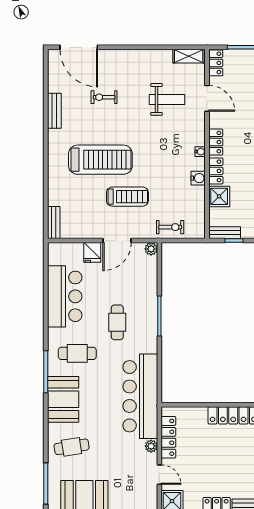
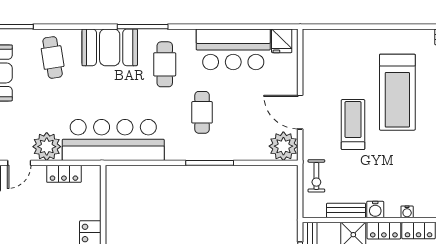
treadmill: (127, 197) -> (353, 125), turned 180
bench: (54, 223) -> (346, 210), moved
plant: (151, 249) -> (283, 146), width x1.87, depth x1.87
fridge: (92, 252) -> (282, 41), moved, turned -90
cafe table: (117, 322) -> (202, 112), turned 90
locker: (168, 437) -> (64, 174), width x0.66
plant: (151, 446) -> (47, 147), width x1.87, depth x1.87

